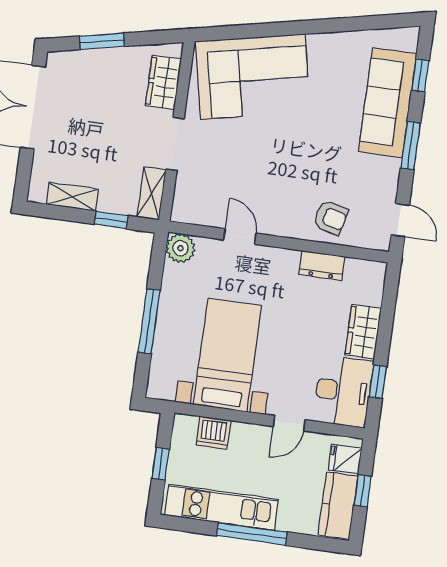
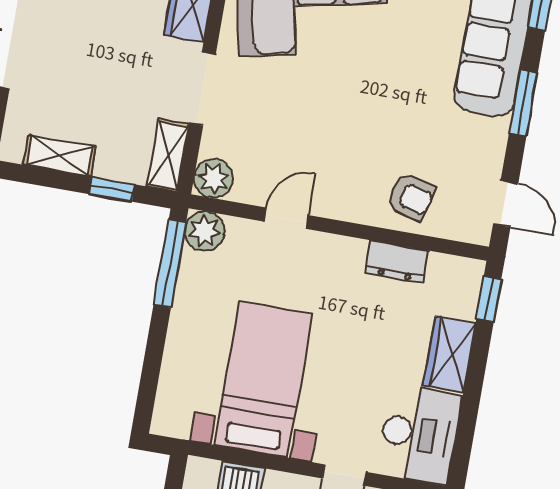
plant: (186, 209) -> (214, 179), added
door: (240, 237) -> (286, 218), hinge flipped
window: (149, 321) -> (170, 263), moved
window: (378, 382) -> (489, 299), moved

